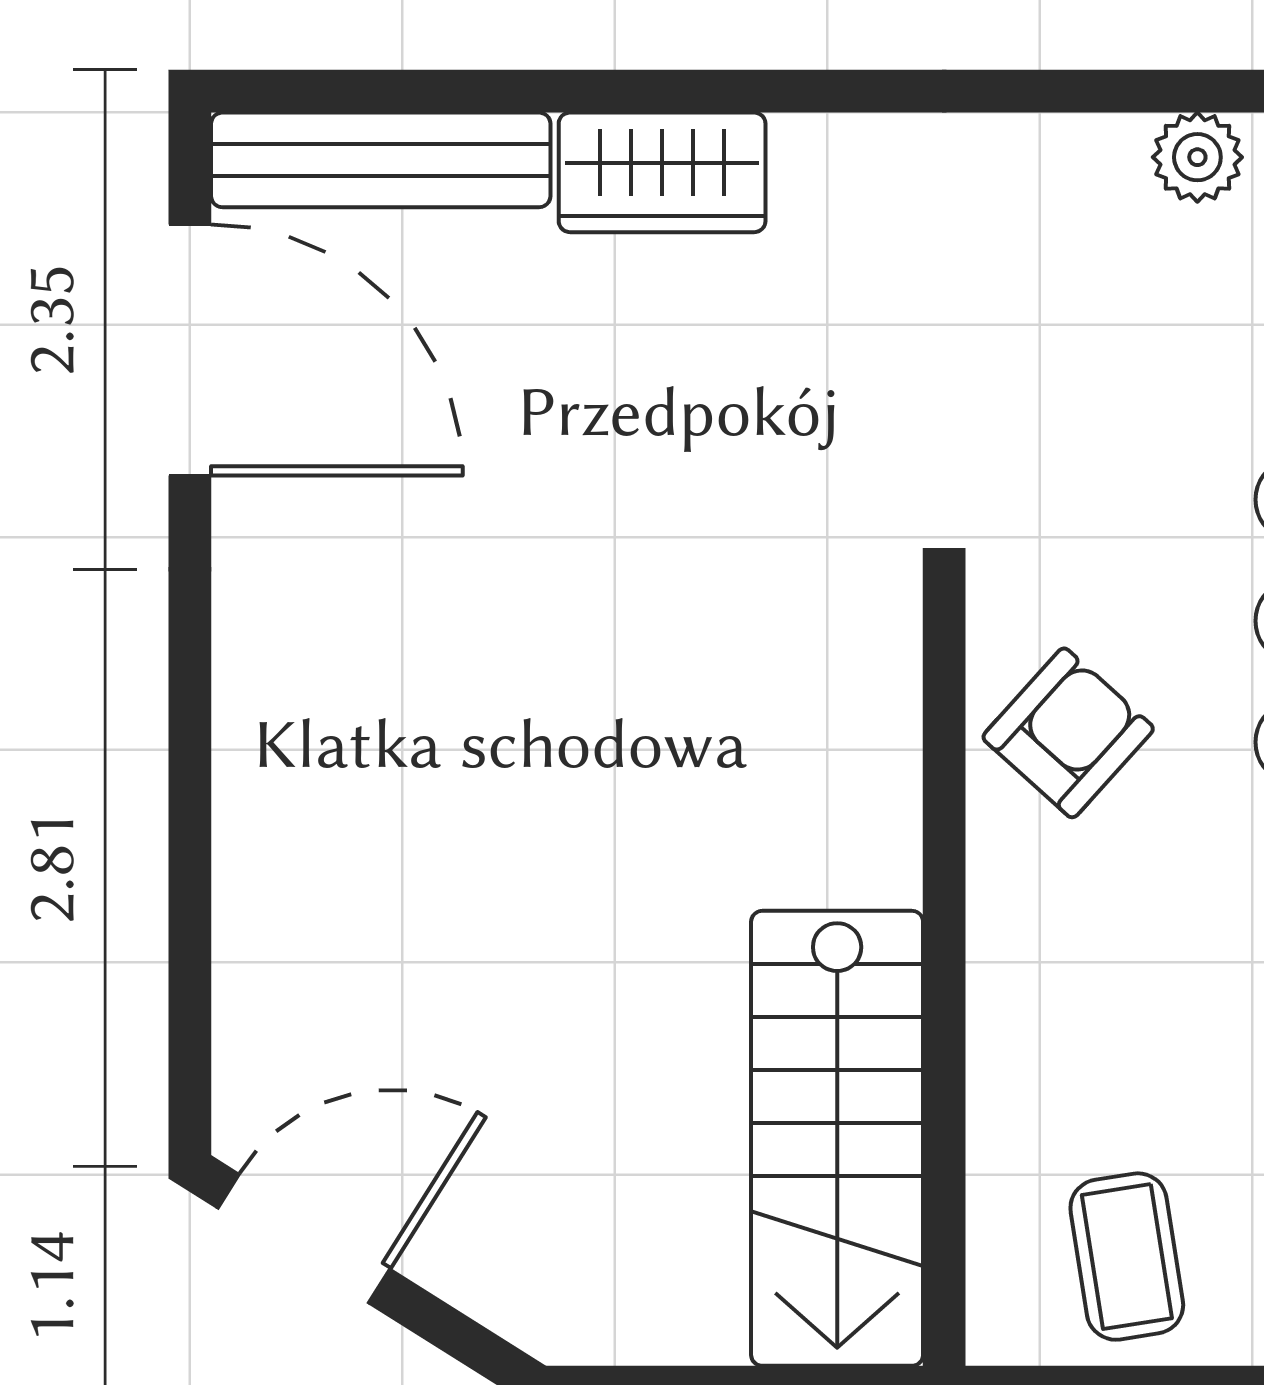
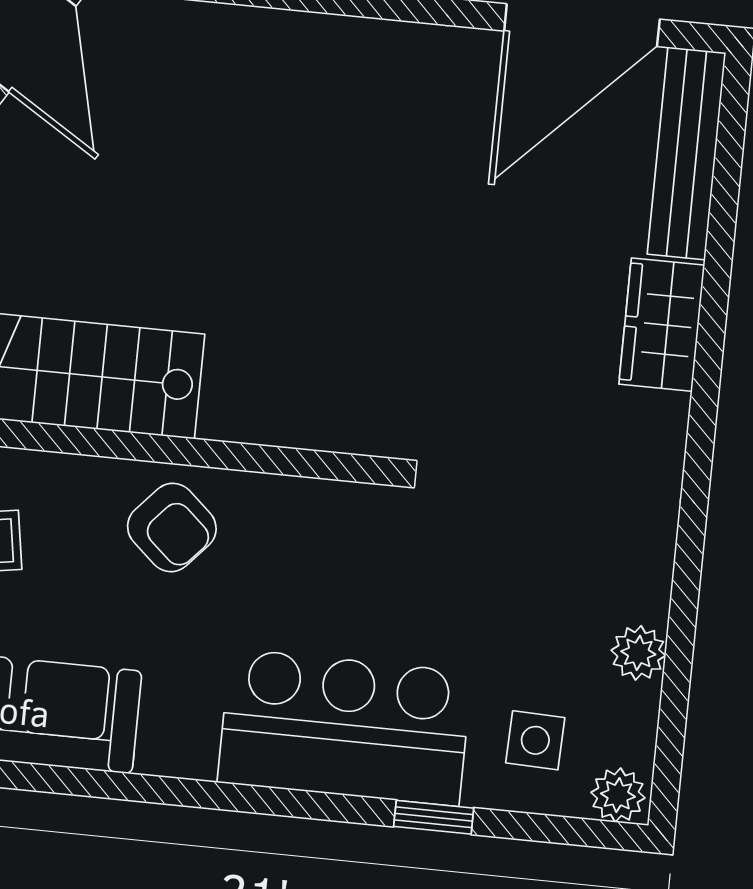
armchair: (1068, 733) -> (172, 527), moved

